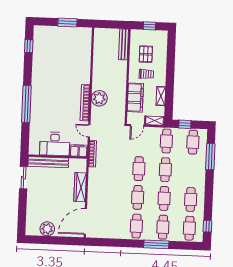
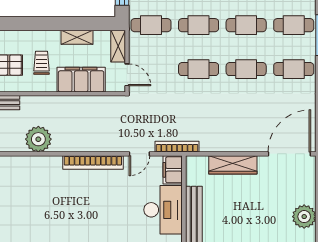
plant: (99, 98) -> (38, 139), moved
door: (85, 221) -> (289, 154), swing flipped

